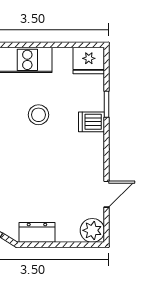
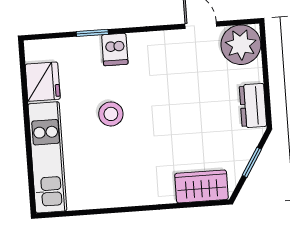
fridge: (89, 60) -> (43, 82), moved
plant: (92, 230) -> (241, 45), width x1.36, depth x1.36

